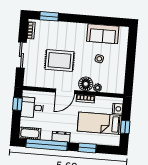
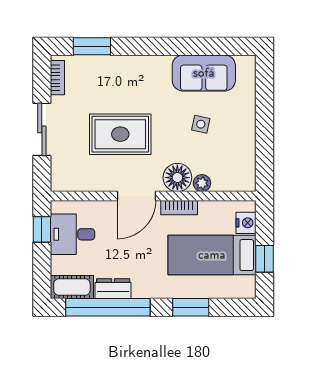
dresser: (61, 137) -> (113, 289), moved

